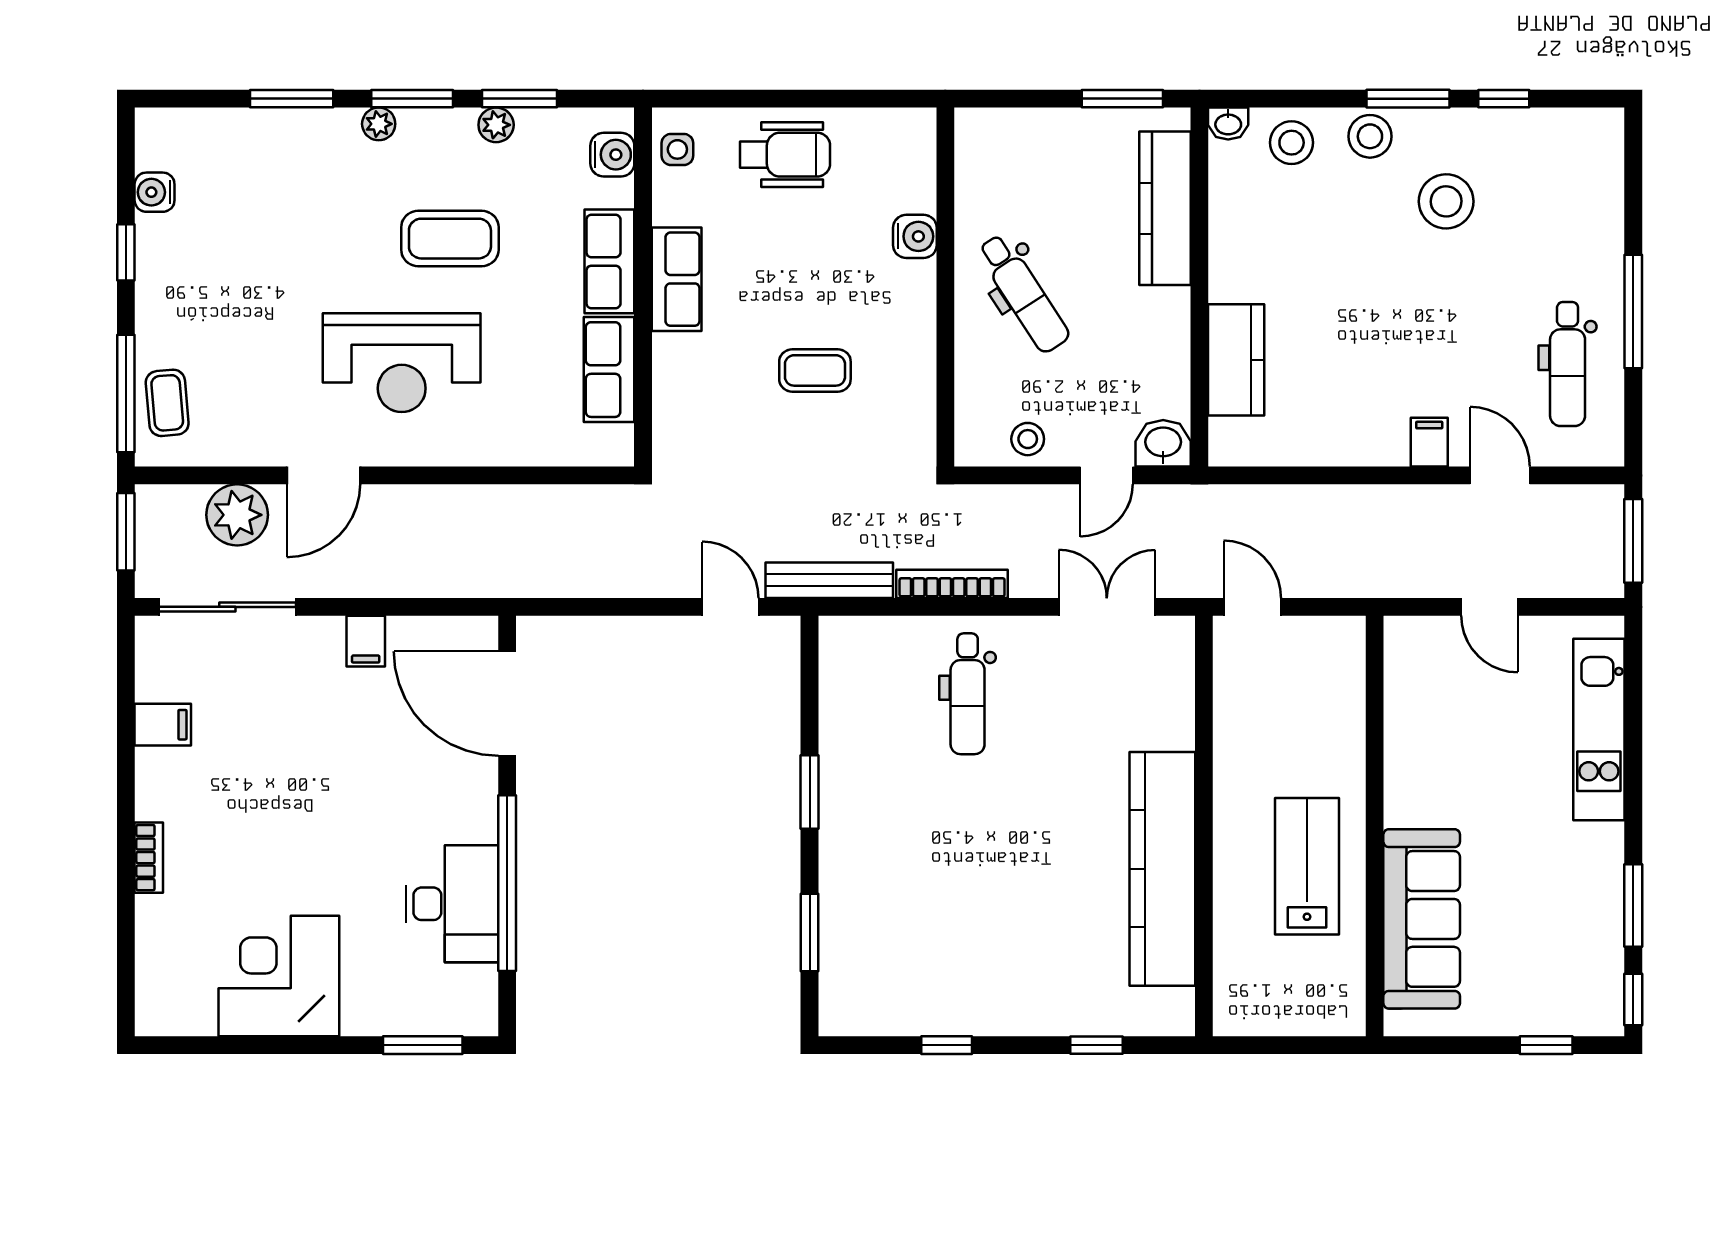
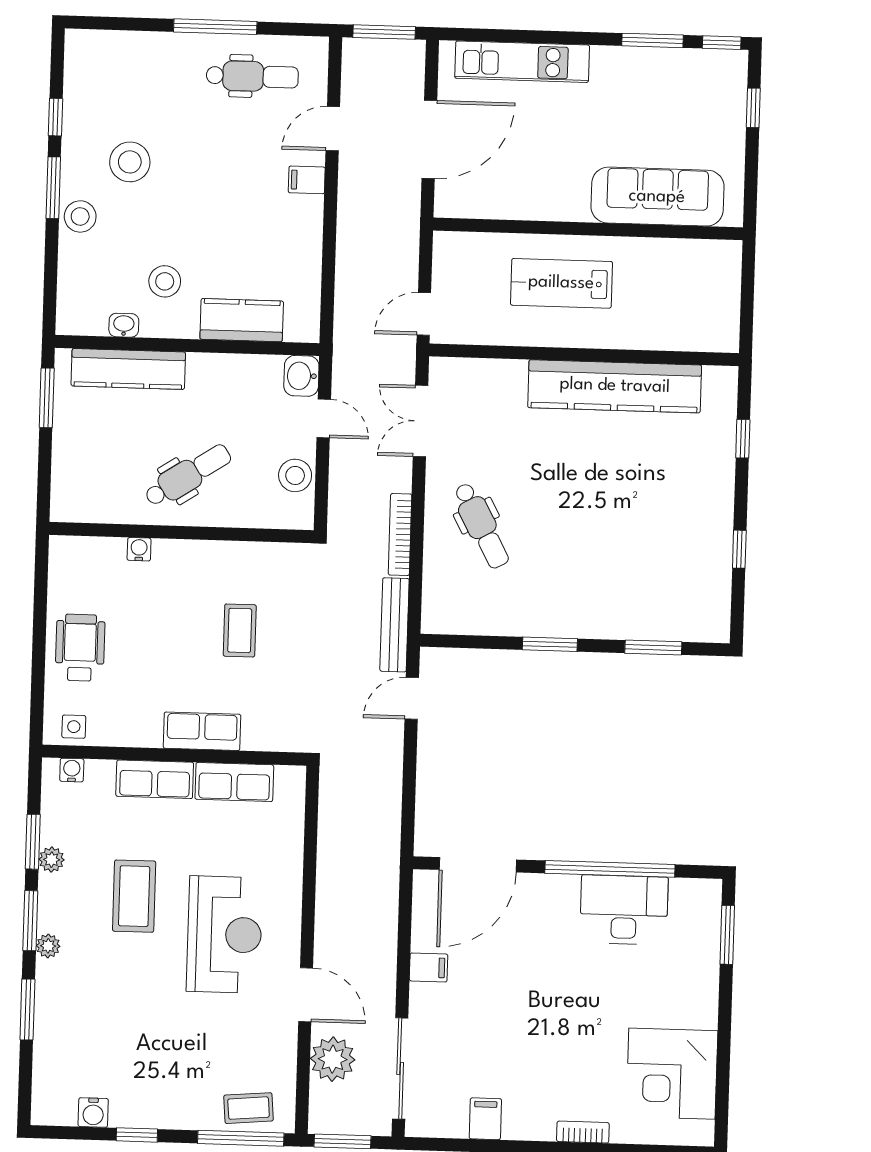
washbasin: (1228, 124) -> (124, 325), moved, turned -90
stool: (1292, 143) -> (165, 281), moved
water cooler: (612, 155) -> (72, 770), width x0.72, depth x0.72
water cooler: (915, 236) -> (139, 549), width x0.72, depth x0.72
row of seats: (677, 279) -> (202, 731), moved
stool: (1028, 439) -> (295, 475), width x1.37, depth x1.37
door: (1489, 607) -> (429, 139), width x1.88
dental chair: (968, 694) -> (481, 526), turned 62
lab bench: (1307, 866) -> (561, 283), moved
corner desk: (279, 976) -> (672, 1074), moved

